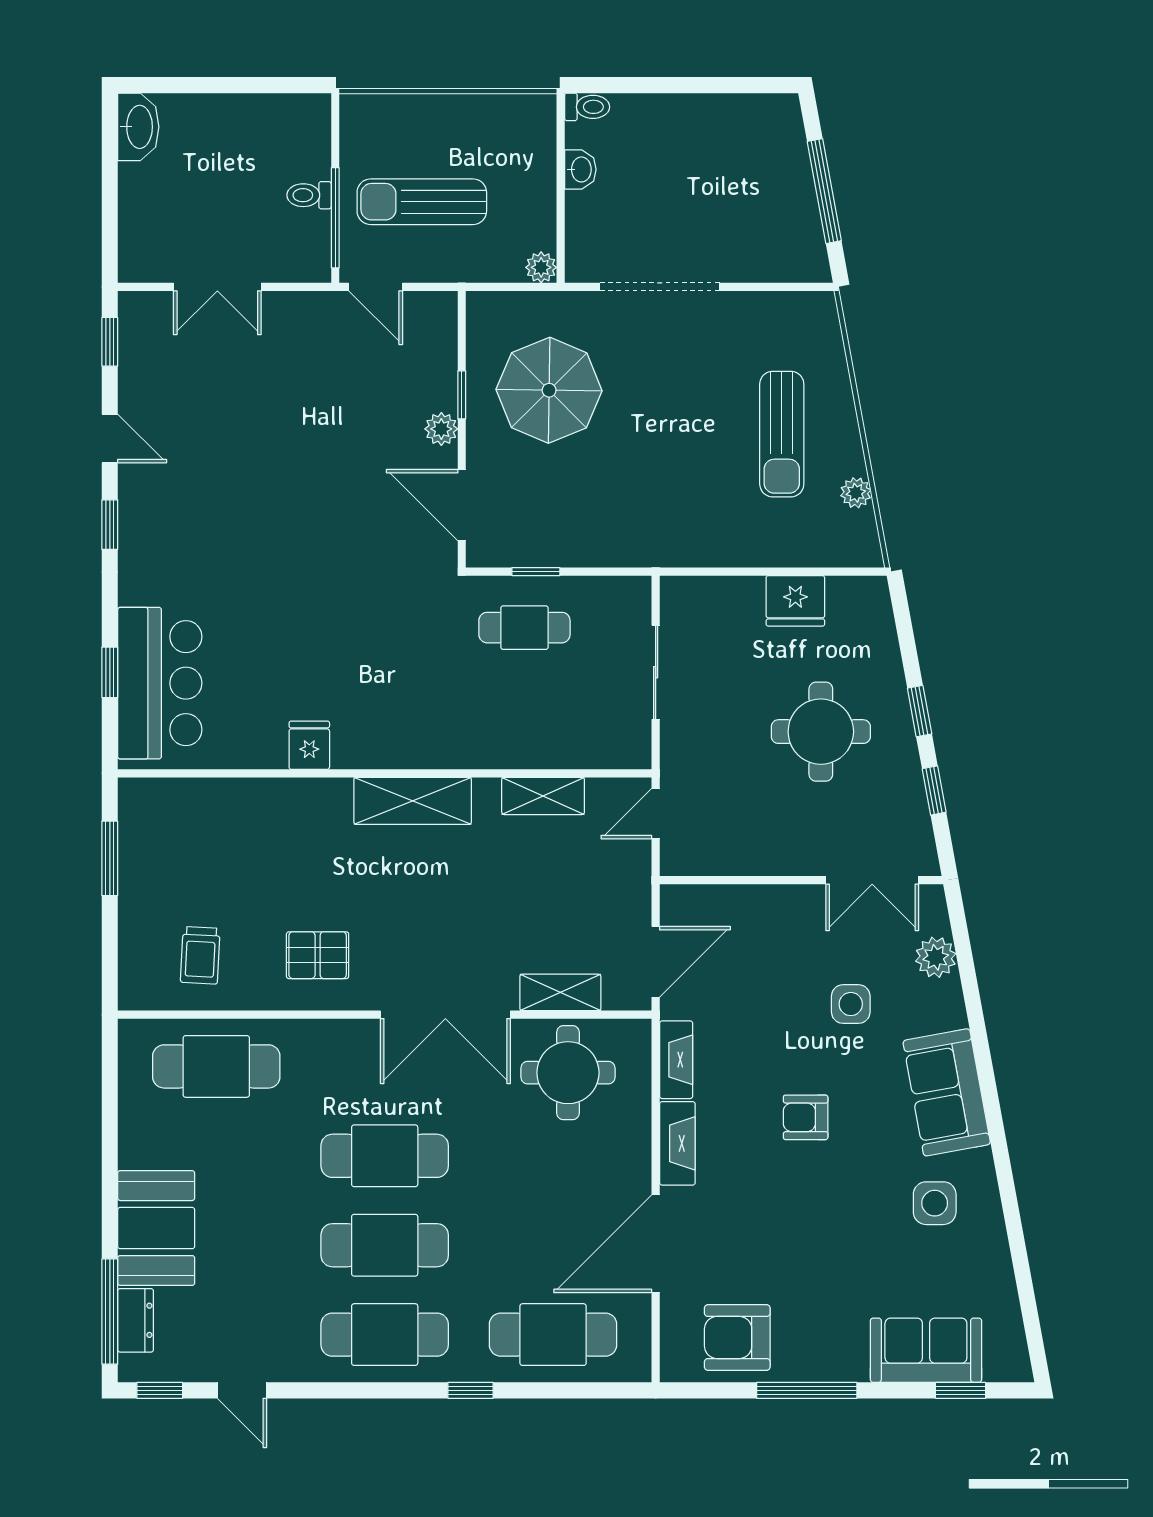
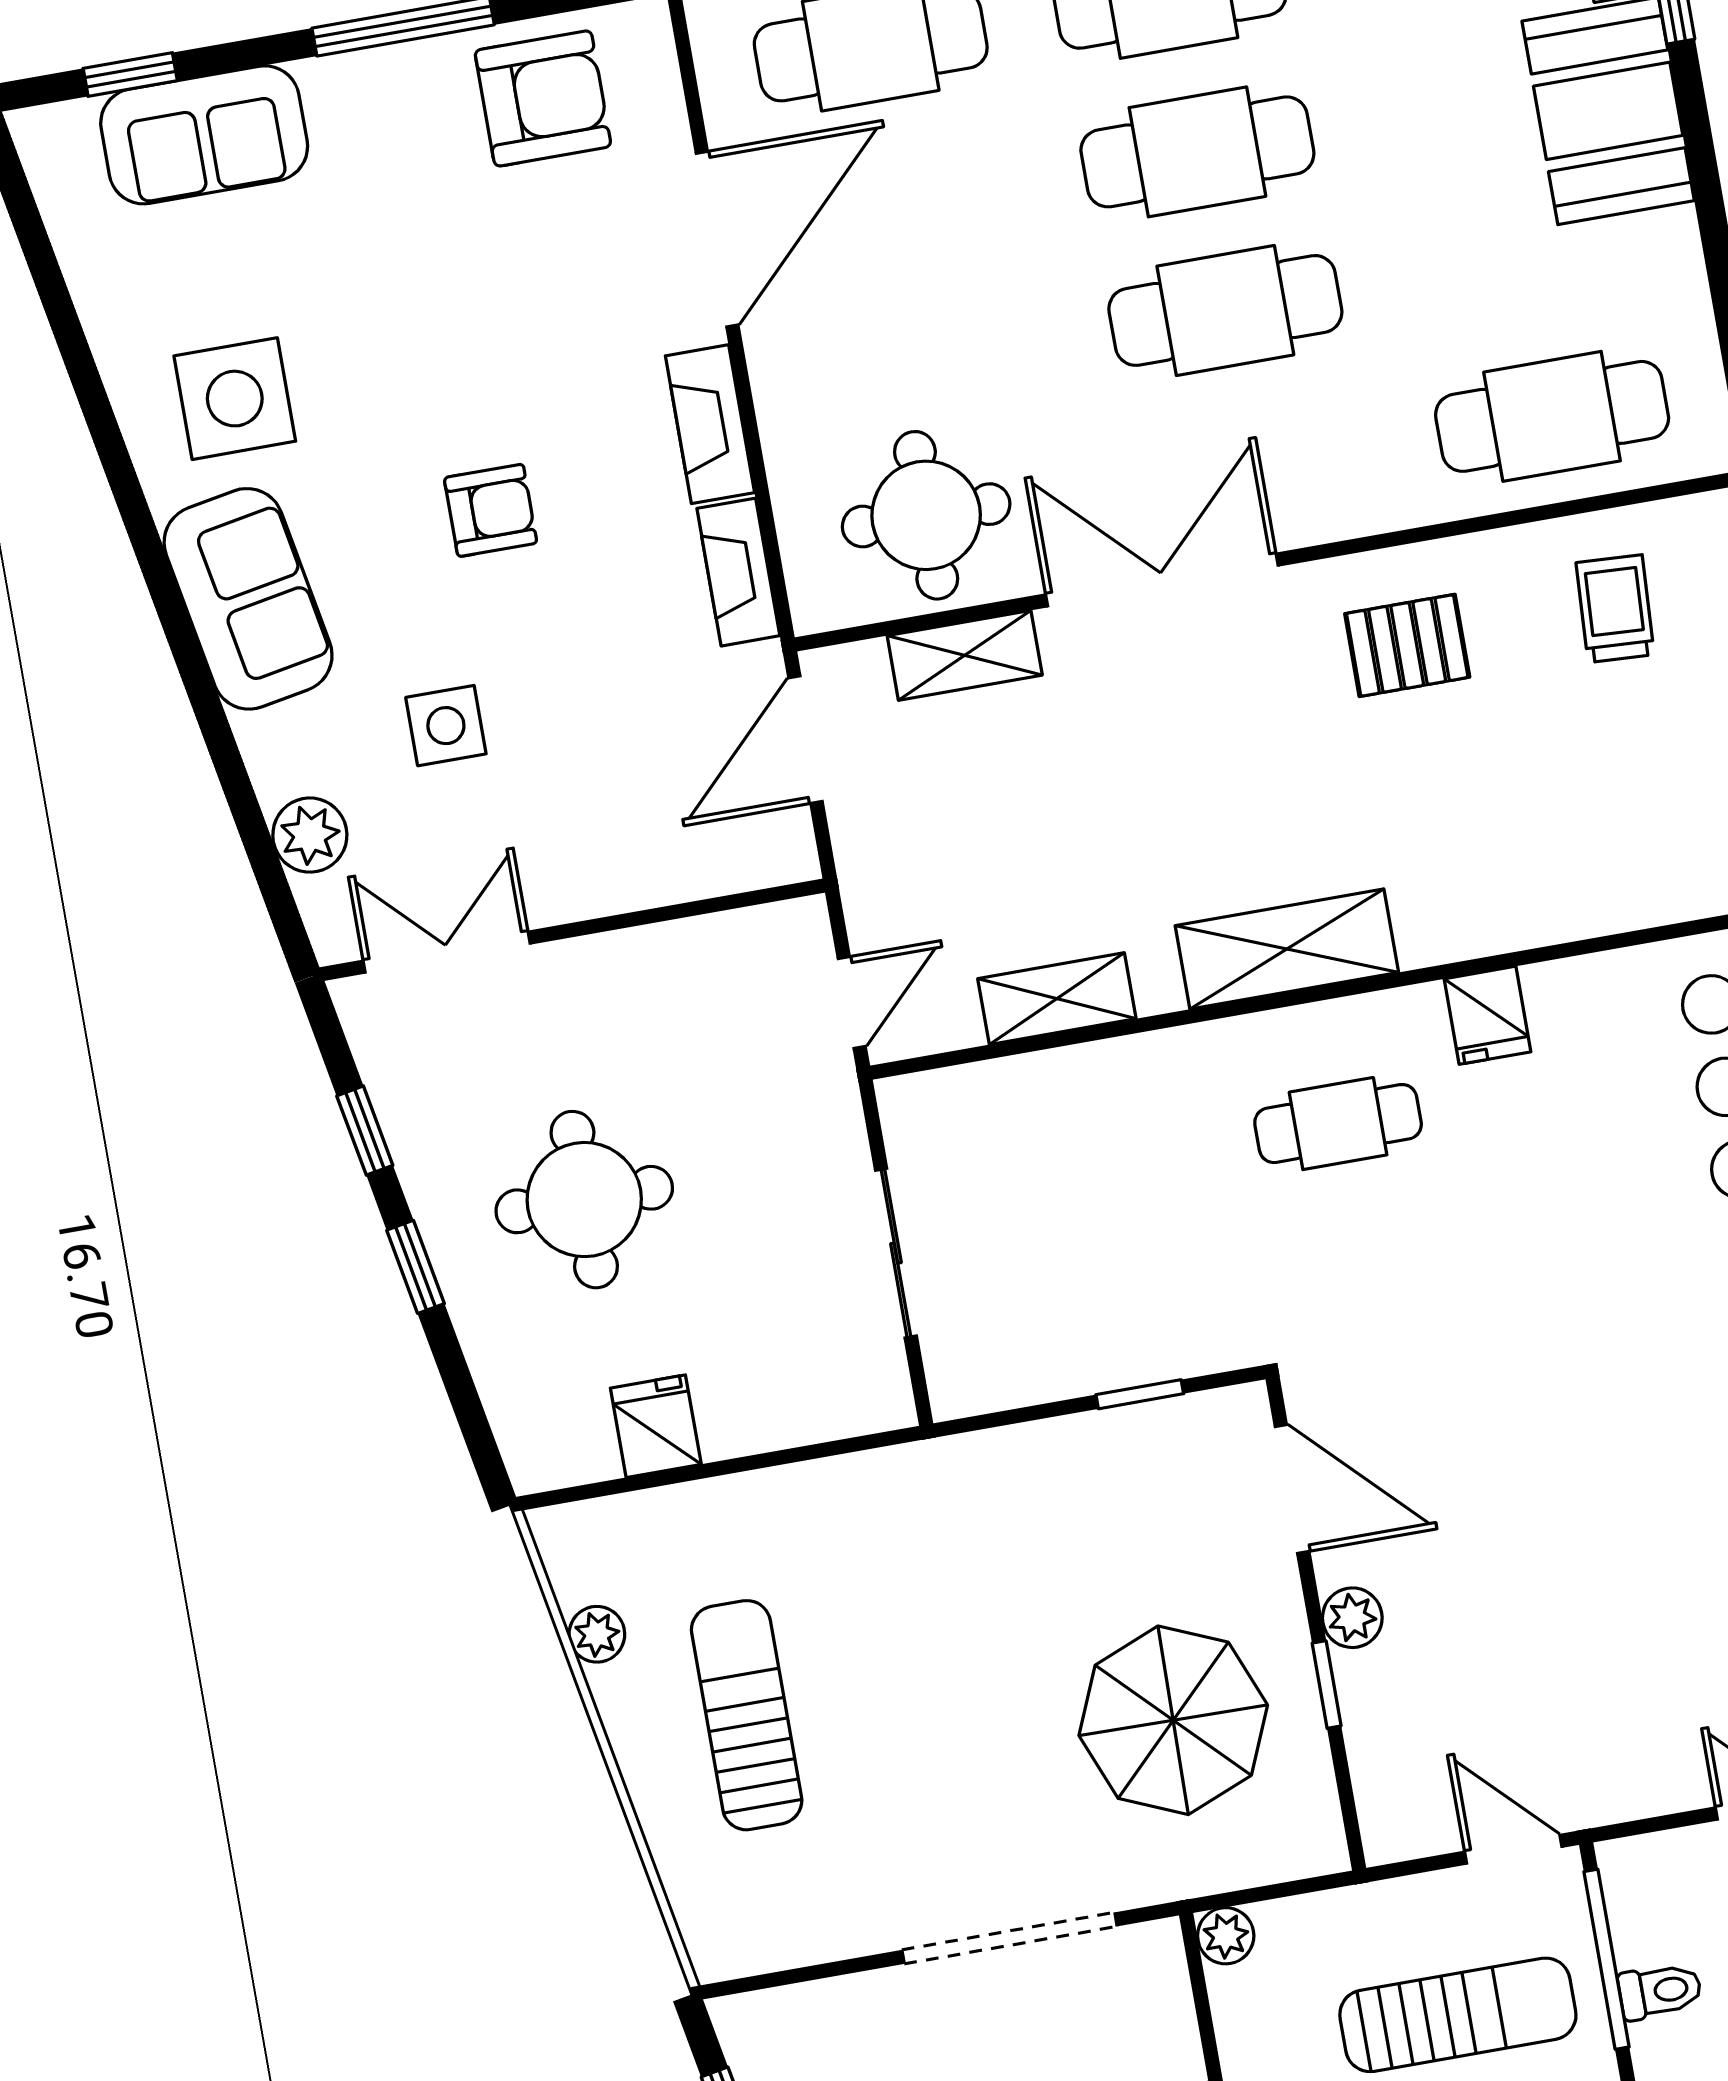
fridge: (795, 601) -> (656, 1426), width x0.72
cafe table: (524, 628) -> (1338, 1124), moved
side table: (935, 1203) -> (235, 399), width x1.37, depth x1.37

